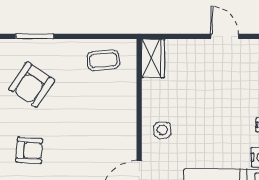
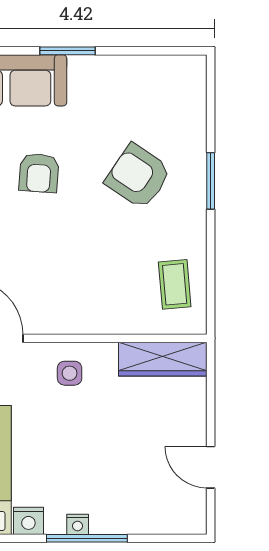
door: (225, 36) -> (211, 467), swing flipped
wardrobe: (153, 58) -> (163, 359), width x1.50

